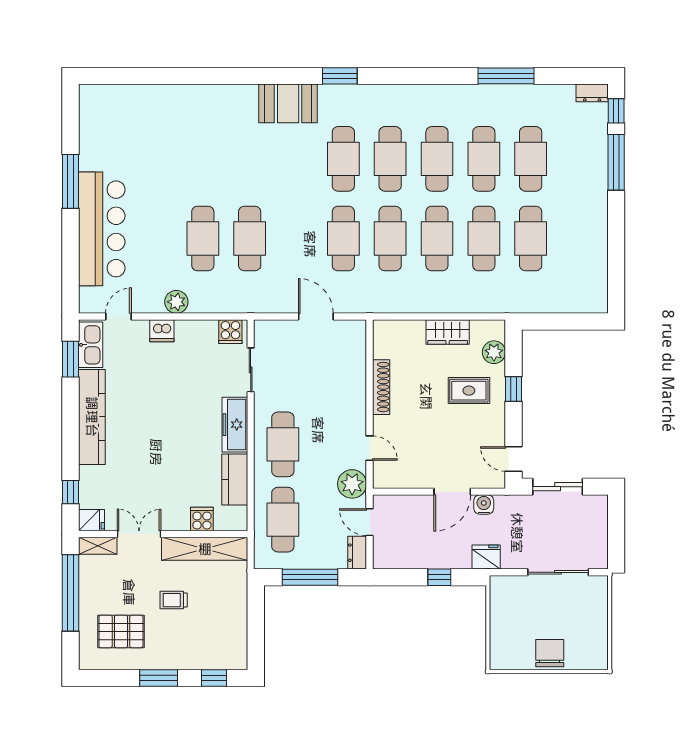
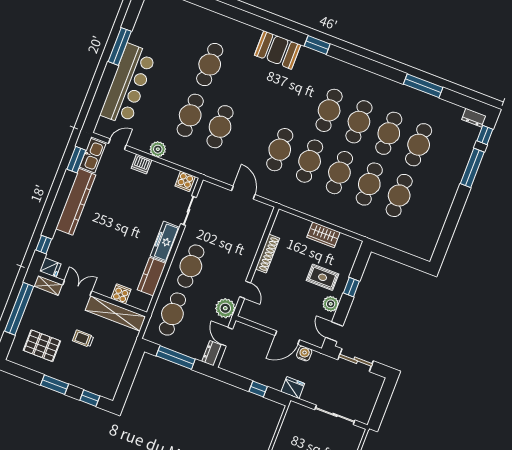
cafe table: (343, 159) -> (210, 65), moved
plant: (494, 352) -> (331, 304), moved

